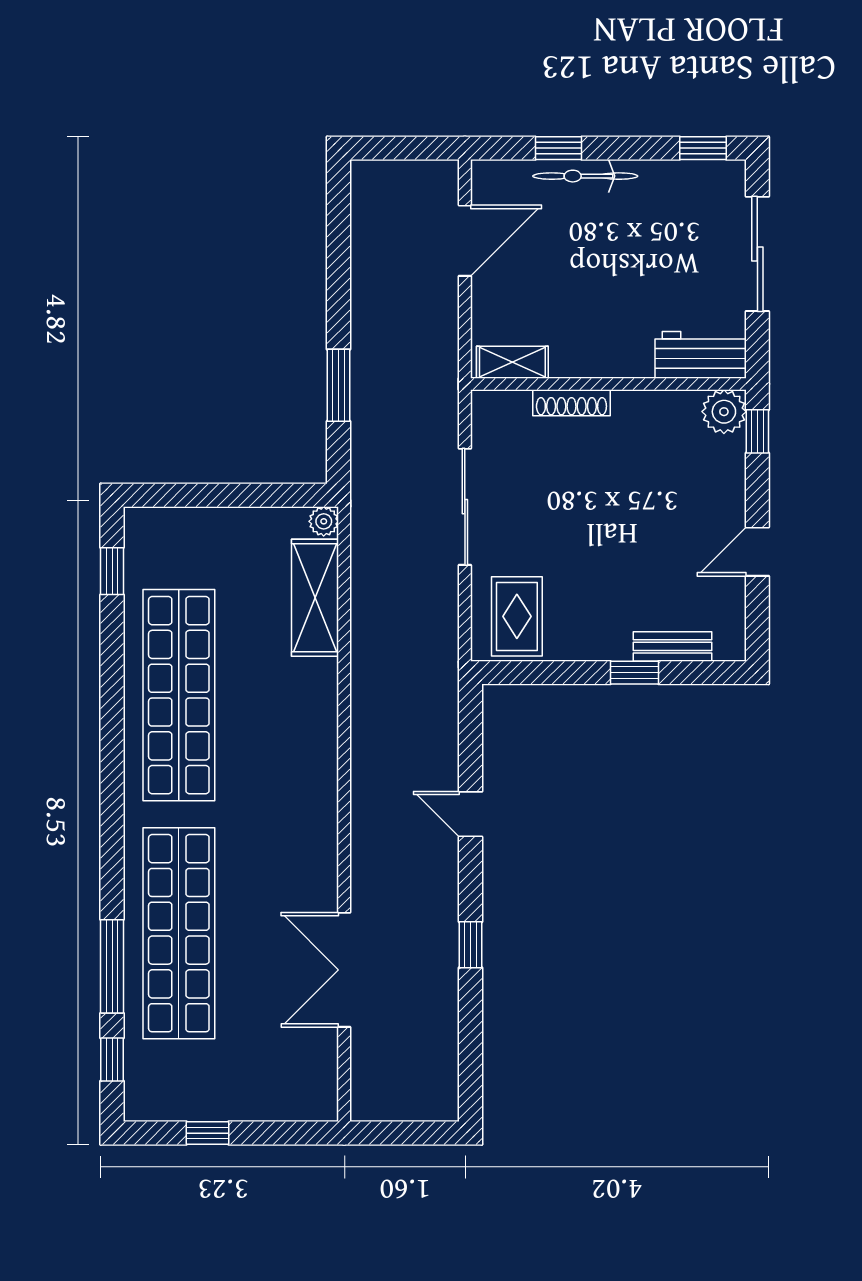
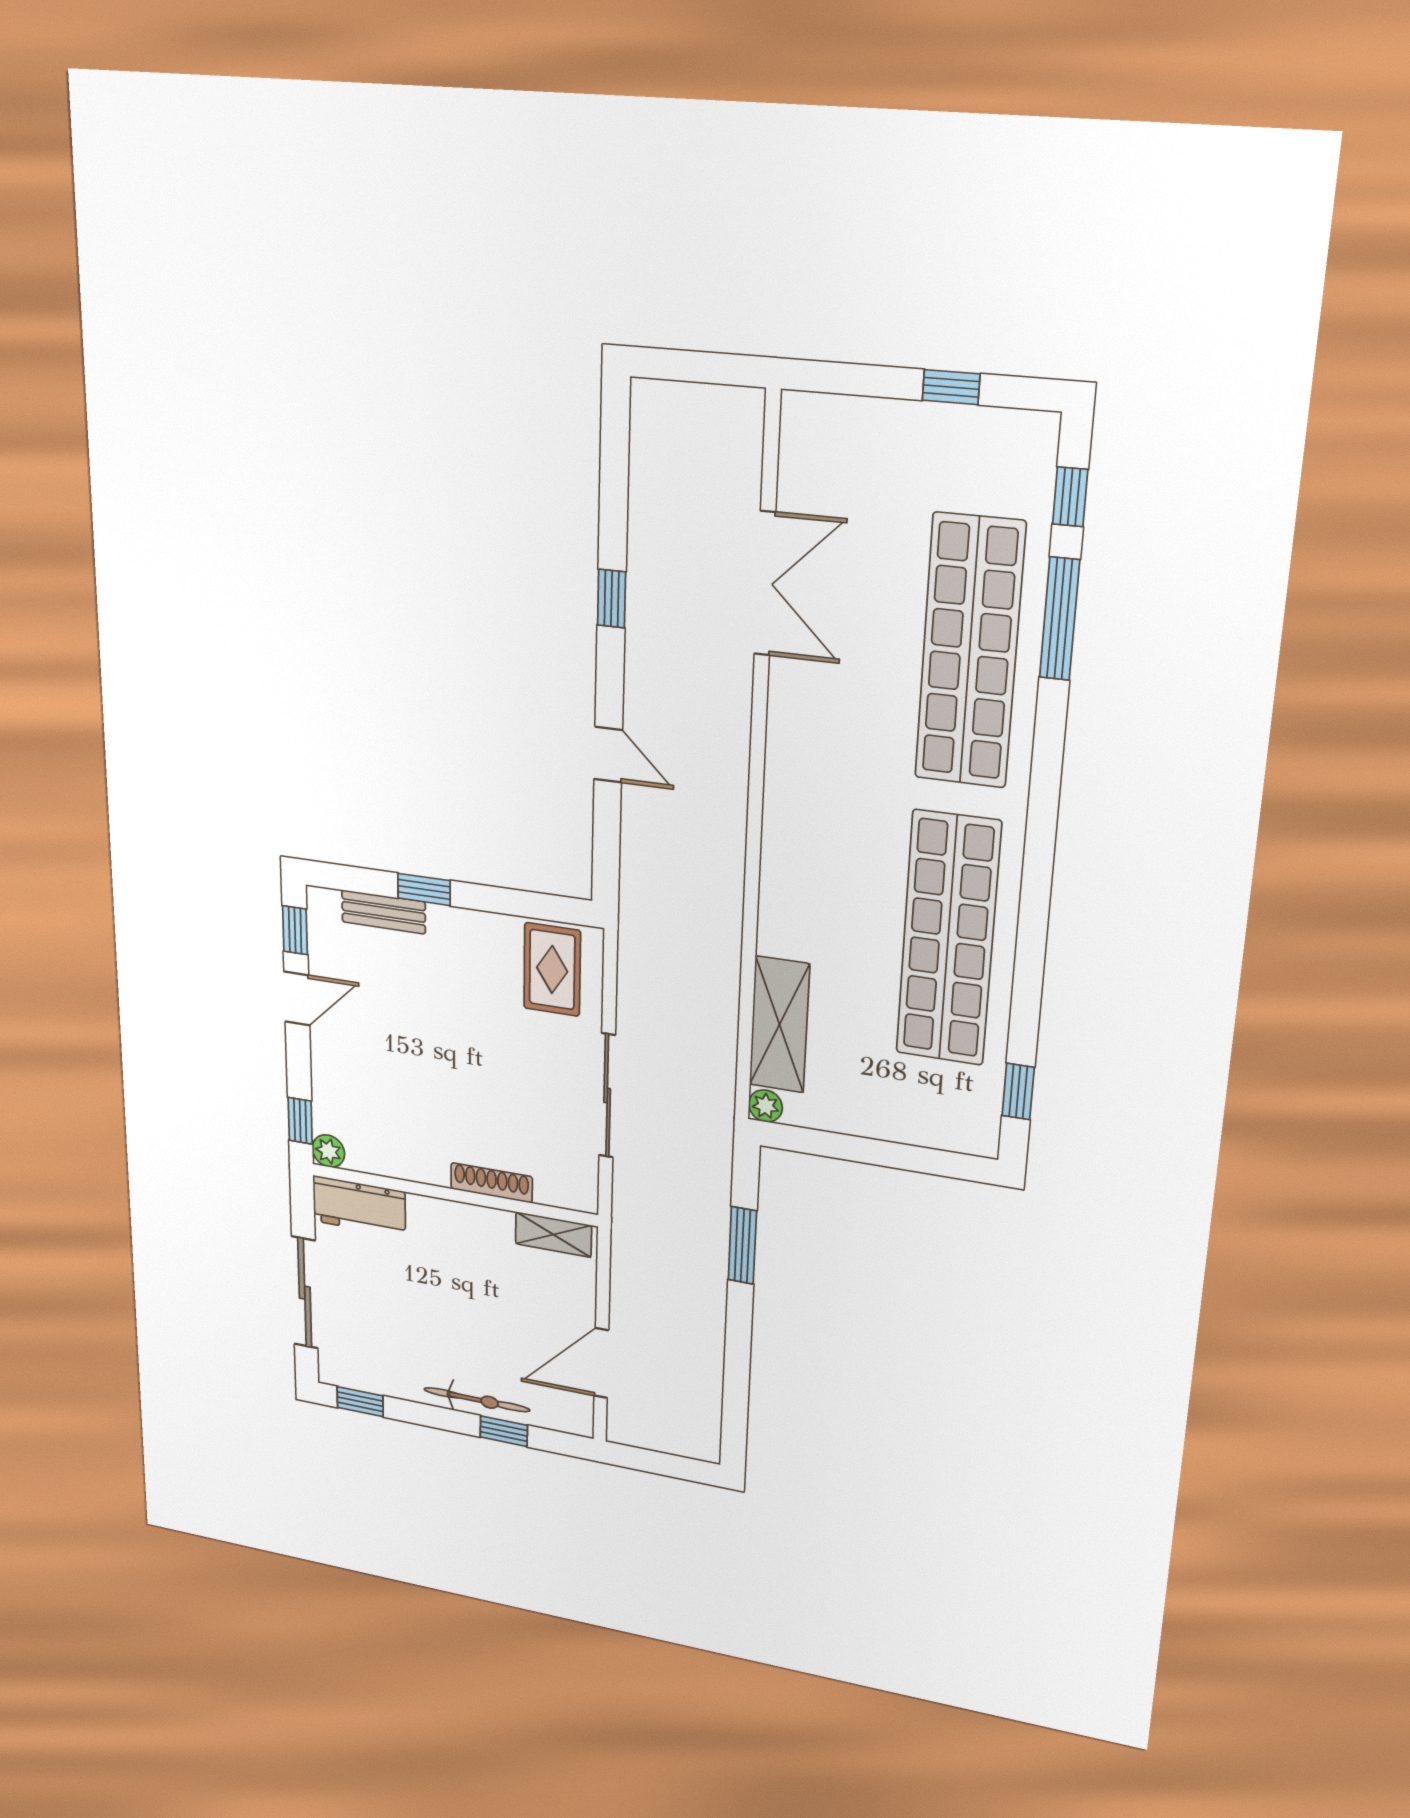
plant: (724, 412) -> (328, 1151), width x0.73, depth x0.73
window: (757, 617) -> (295, 930), added

